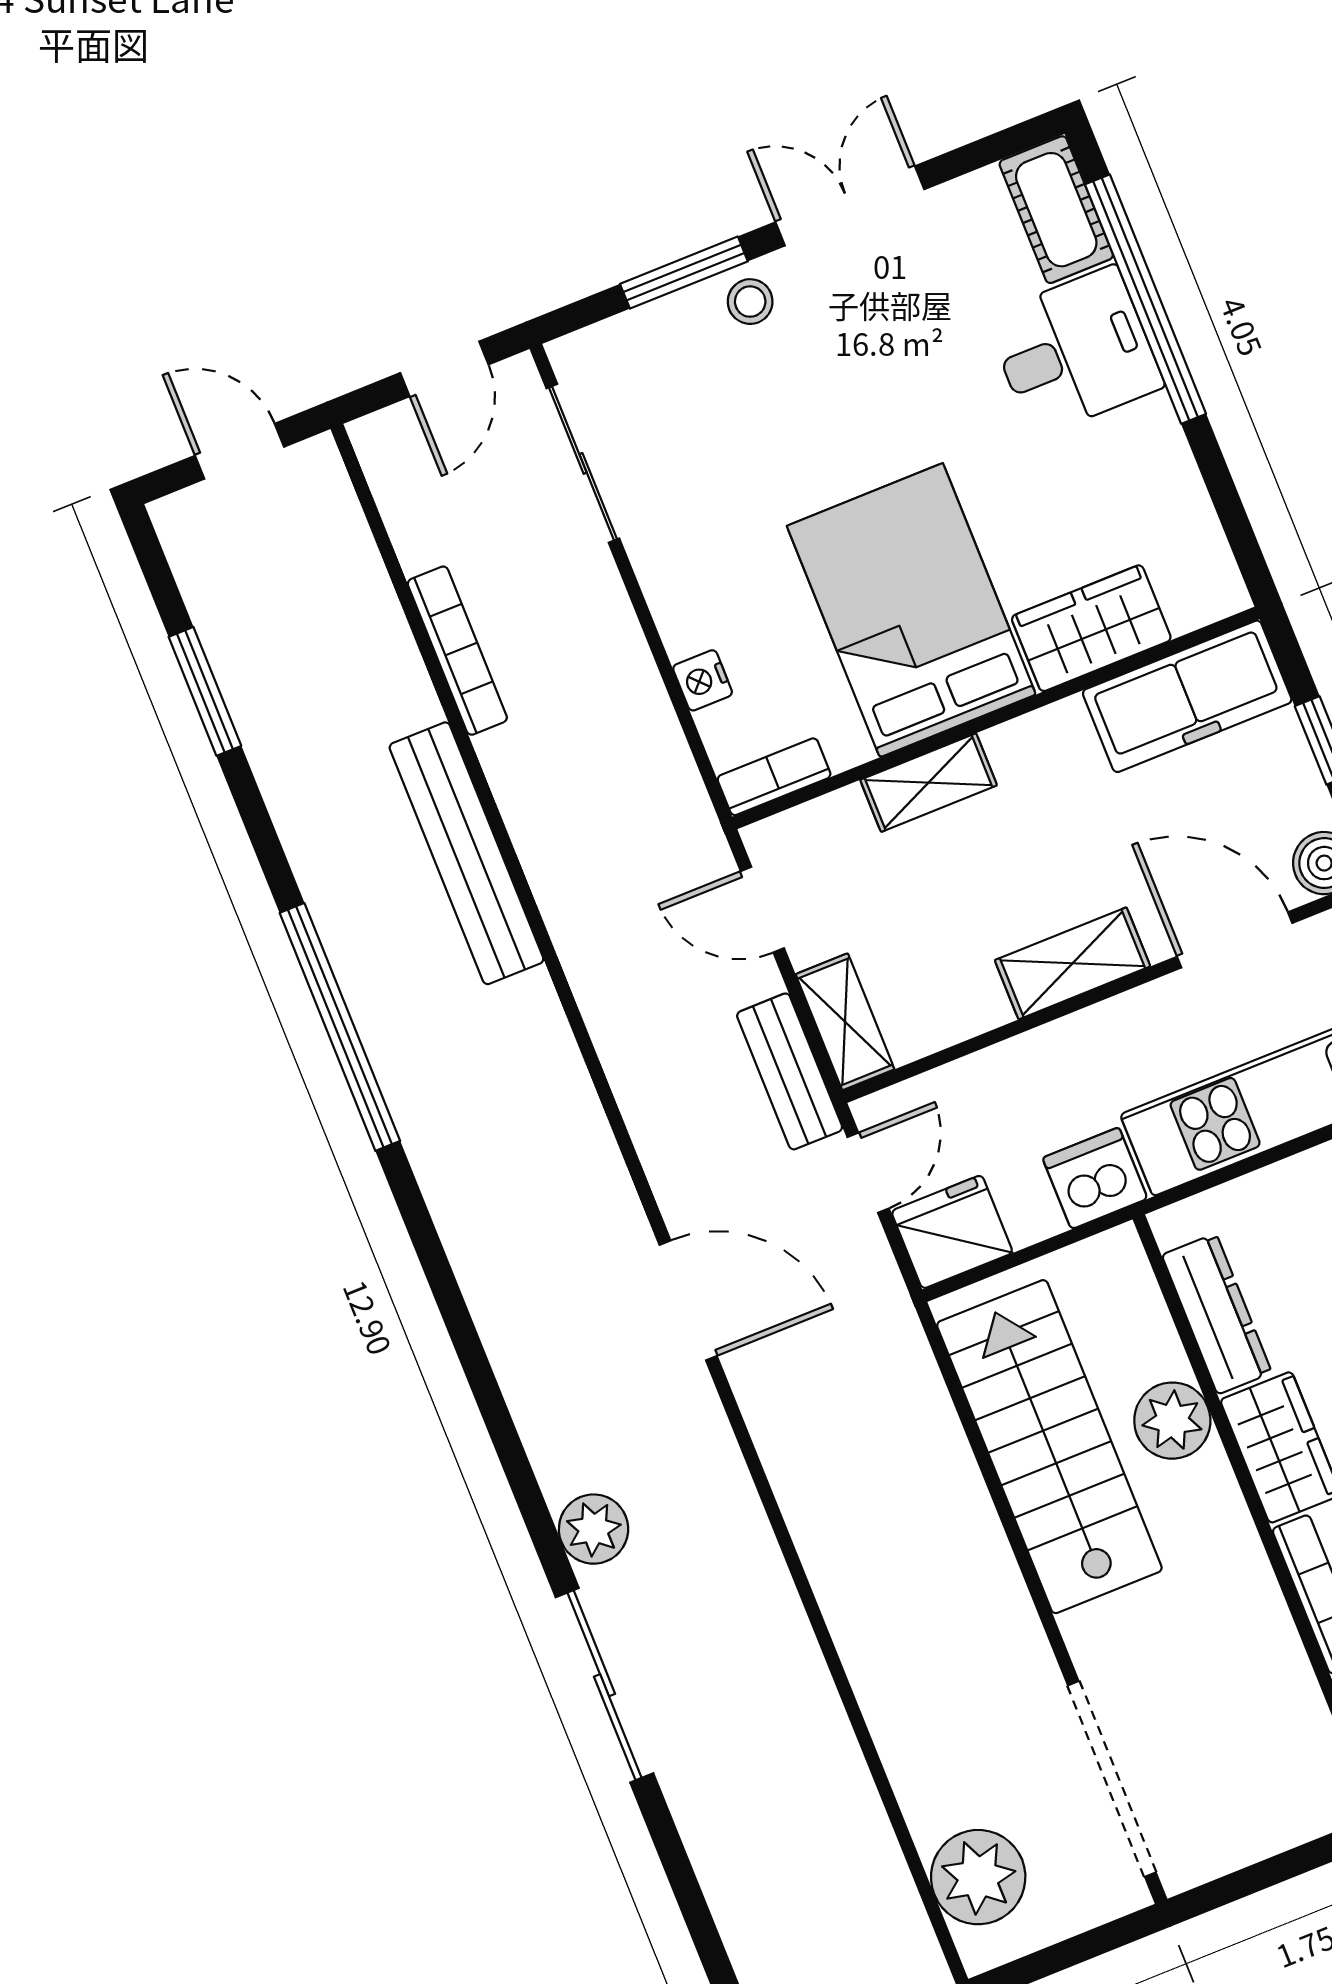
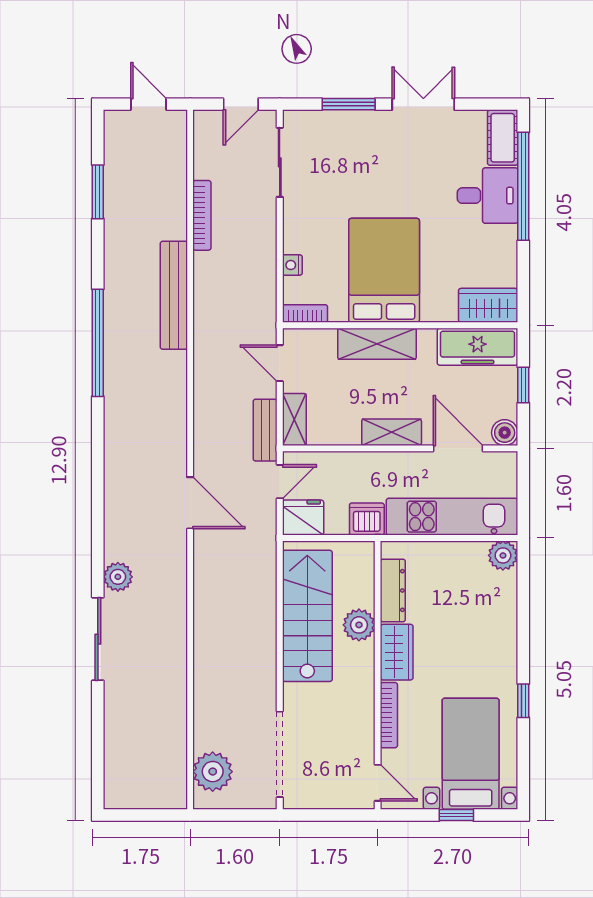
stool: (750, 302) -> (370, 126), removed
wardrobe: (1091, 628) -> (488, 305), moved
shelving: (929, 783) -> (377, 344), width x1.50, depth x1.33

